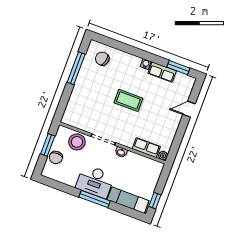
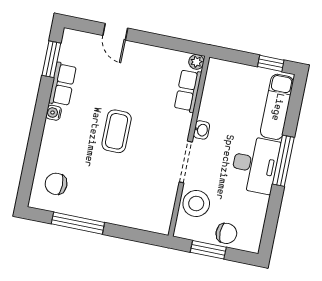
chair: (102, 59) -> (56, 184), turned 76

